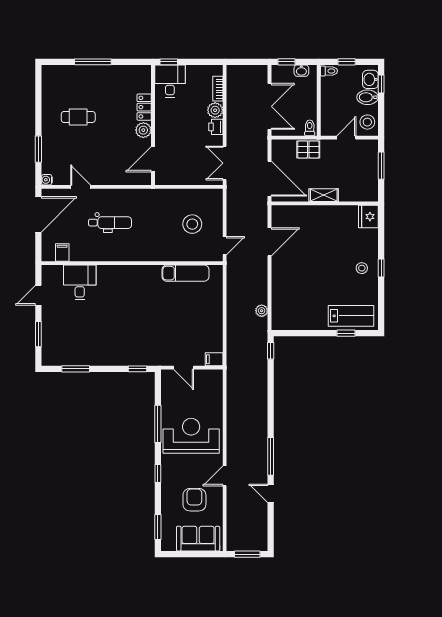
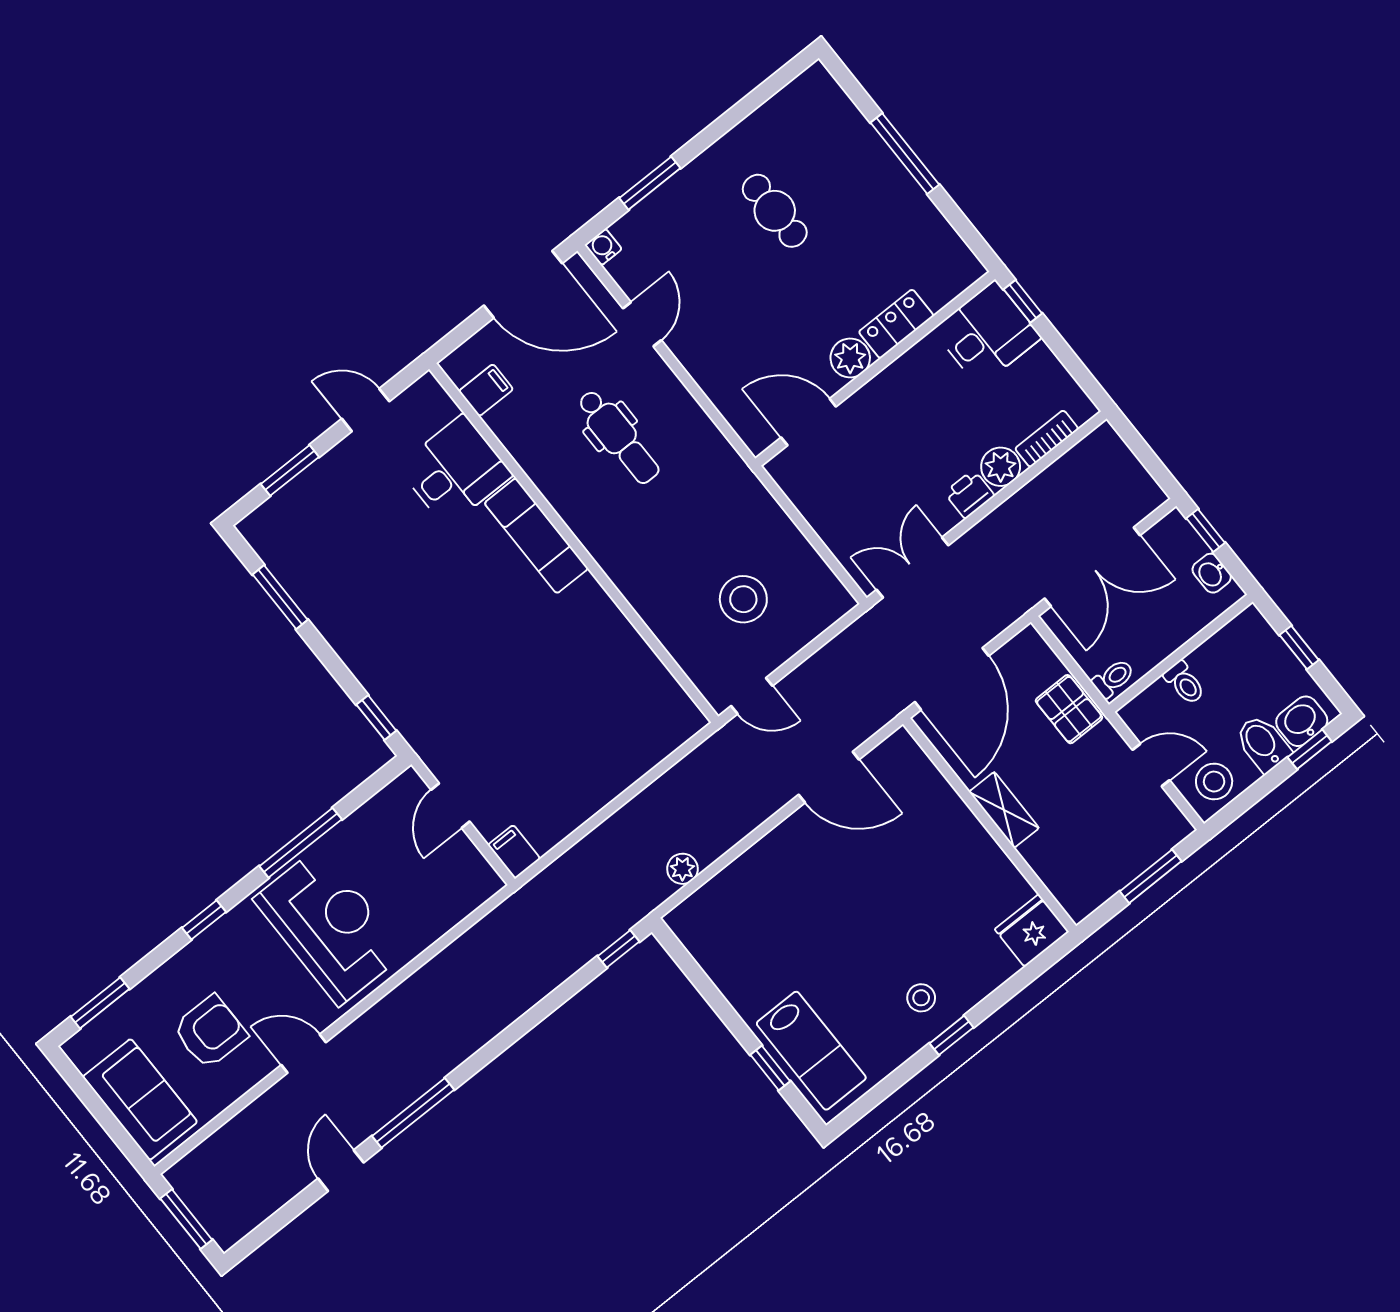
toilet: (329, 71) -> (1184, 683), moved
exam couch: (185, 273) -> (536, 536), moved

